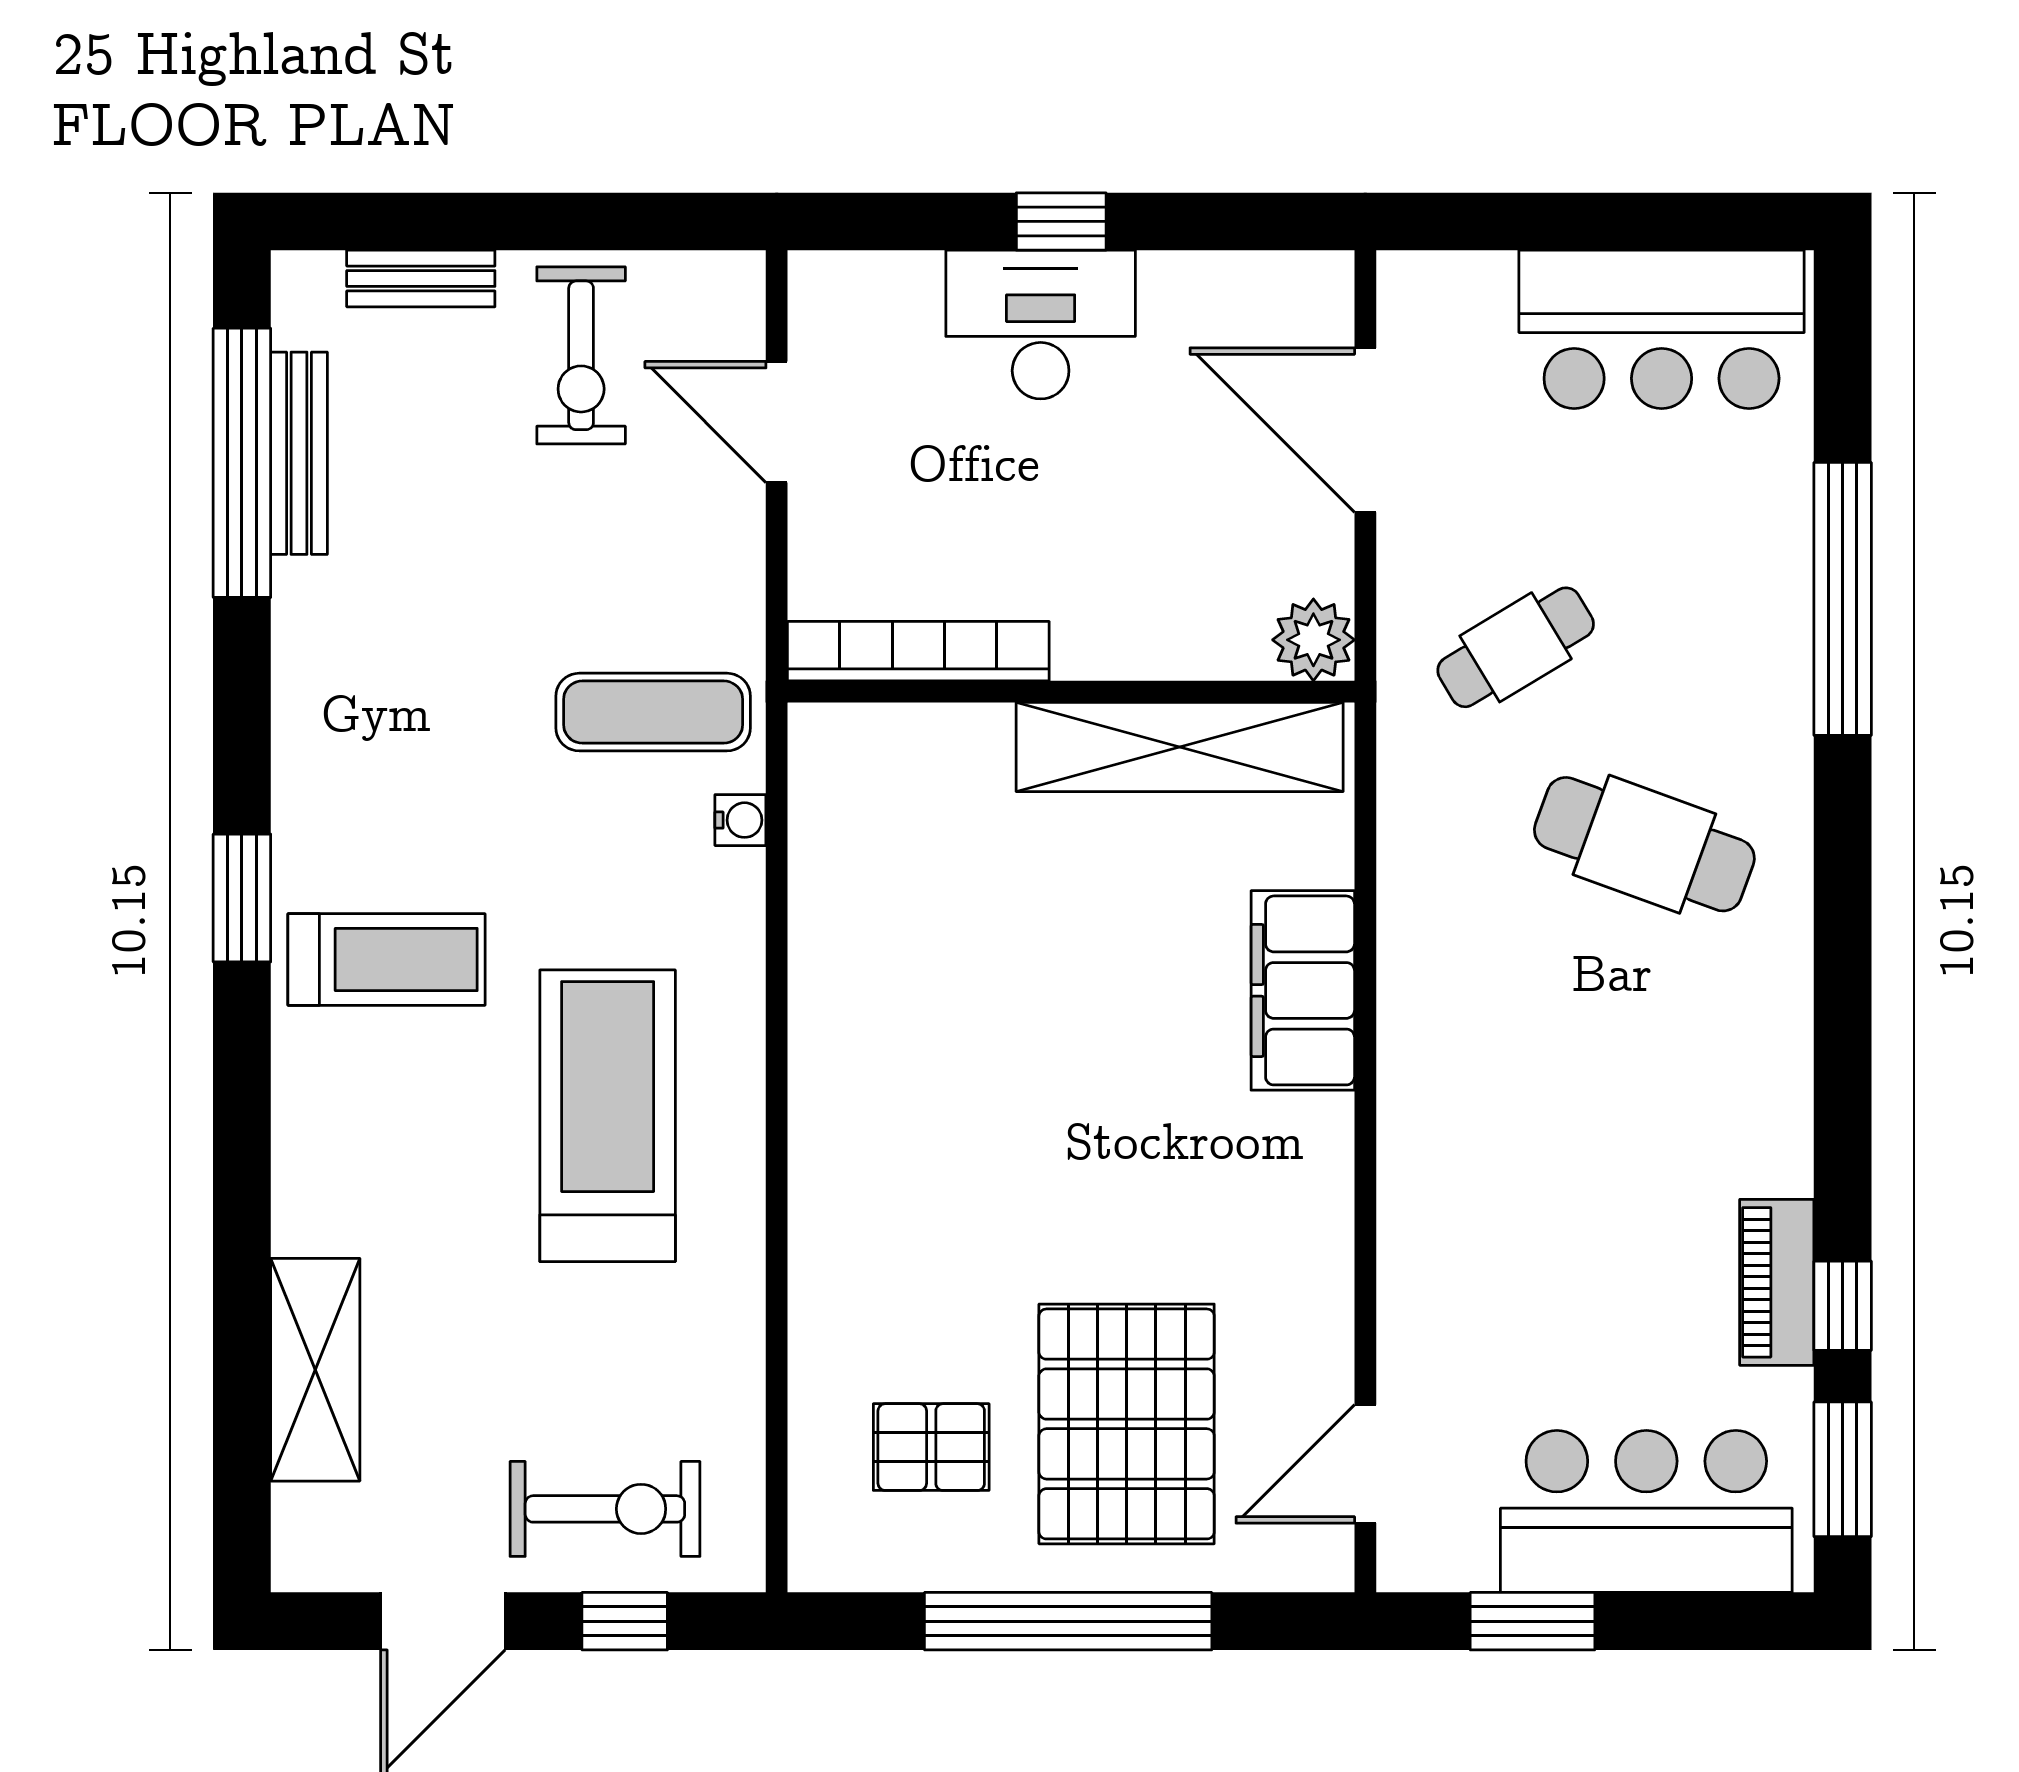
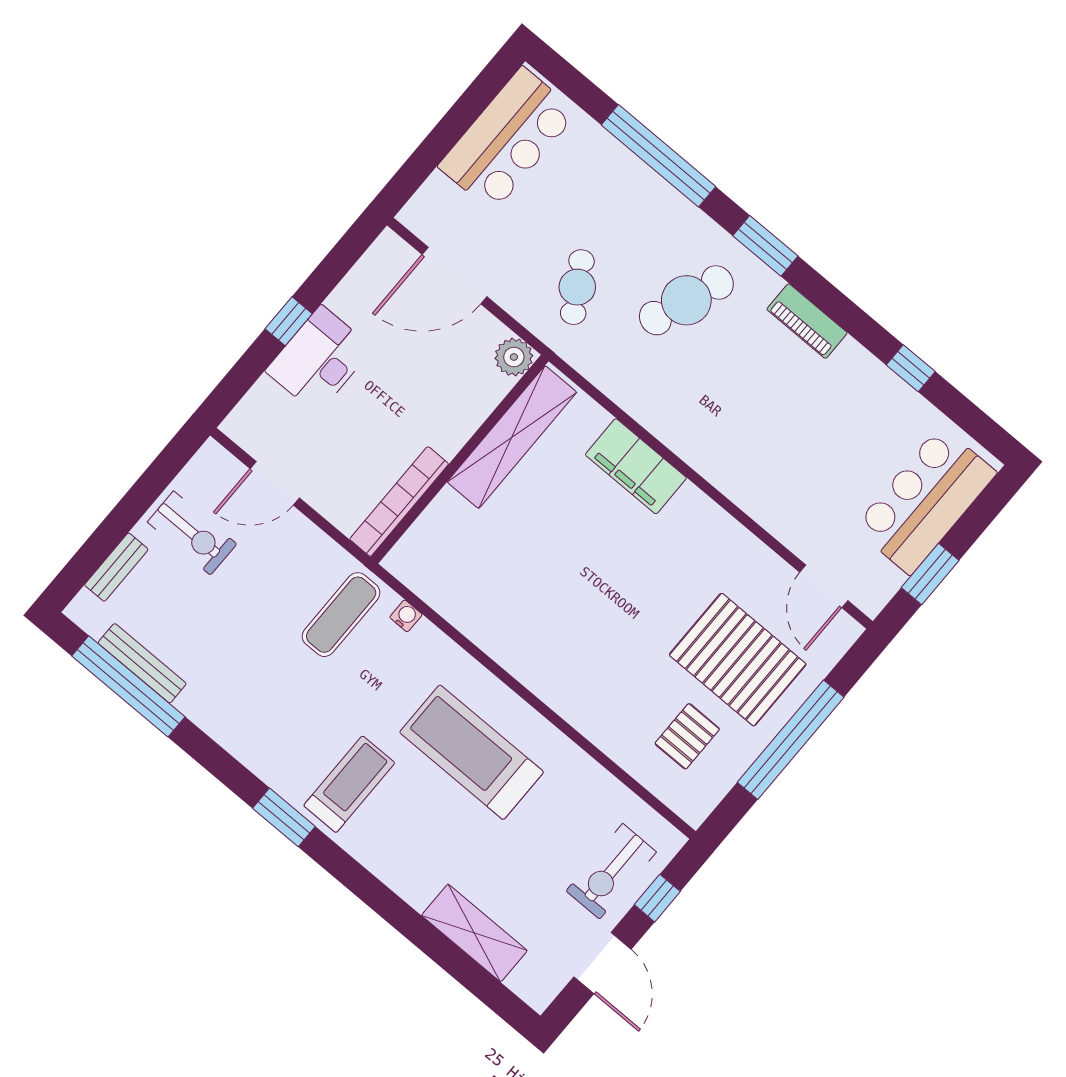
piano: (1777, 1282) -> (807, 321), moved
window: (1843, 1469) -> (765, 246), moved
exercise bike: (605, 1509) -> (611, 871), turned 180

